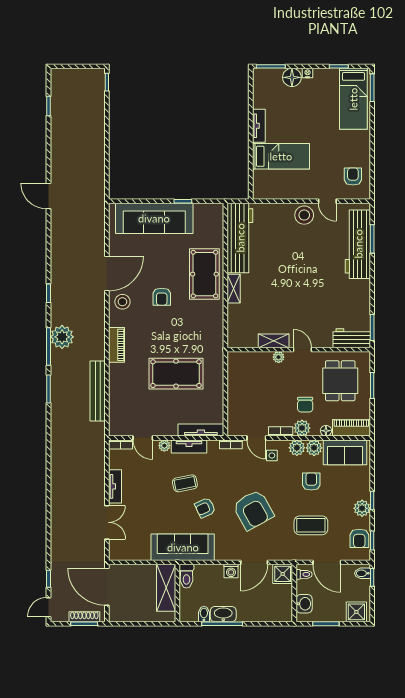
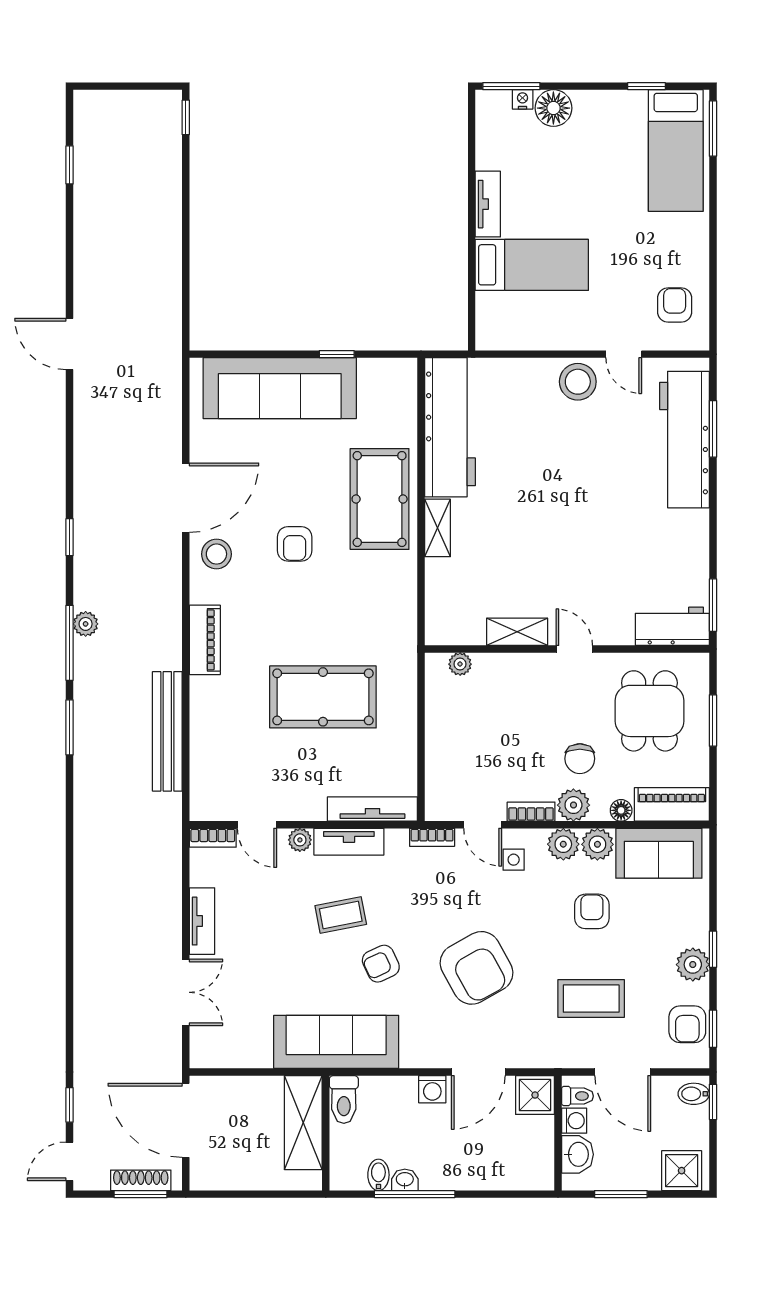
nightstand: (308, 73) -> (523, 99), moved
plant: (62, 337) -> (86, 624), width x0.53, depth x0.53
plant: (279, 357) -> (460, 664), moved
washing machine: (302, 587) -> (574, 1121), added
washbasin: (223, 614) -> (405, 1180), width x0.52, depth x0.69

